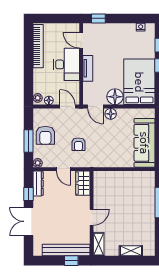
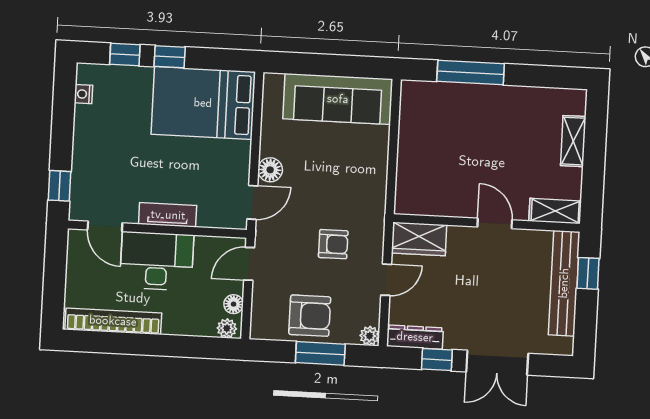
door: (81, 40) -> (105, 226), hinge flipped
floor lamp: (115, 97) -> (233, 158), removed

